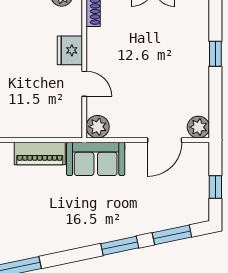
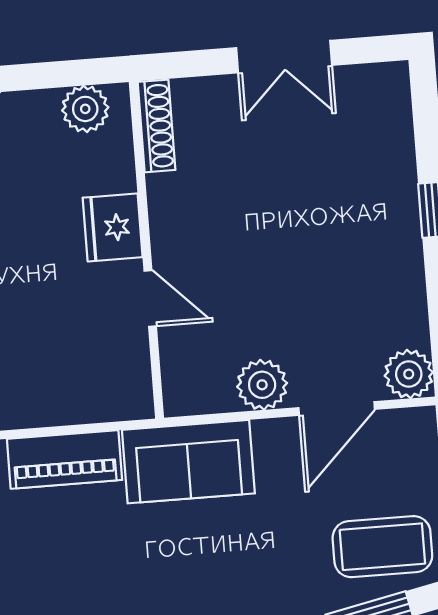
plant: (98, 127) -> (262, 385), moved
coffee table: (180, 204) -> (382, 547), added

